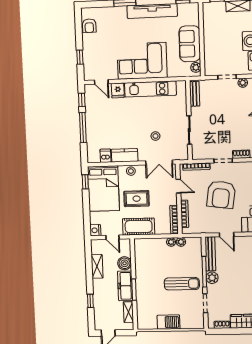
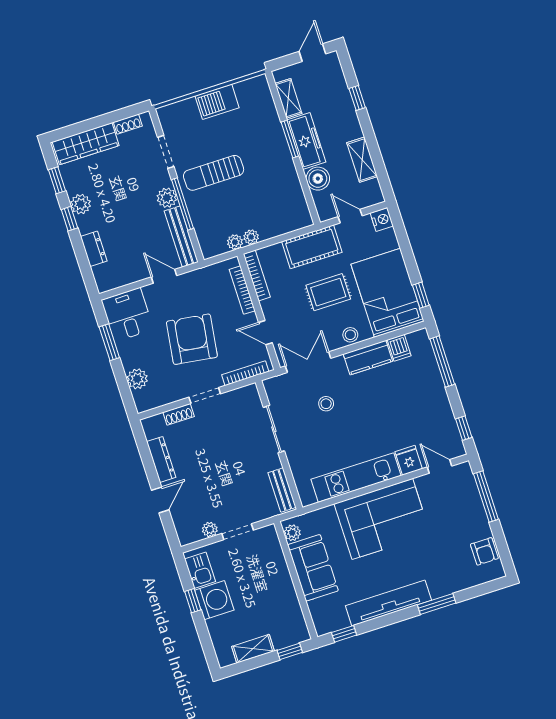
armchair: (89, 26) -> (484, 551), turned 180
window: (80, 57) -> (486, 497), width x2.17
window: (83, 128) -> (442, 362), moved

